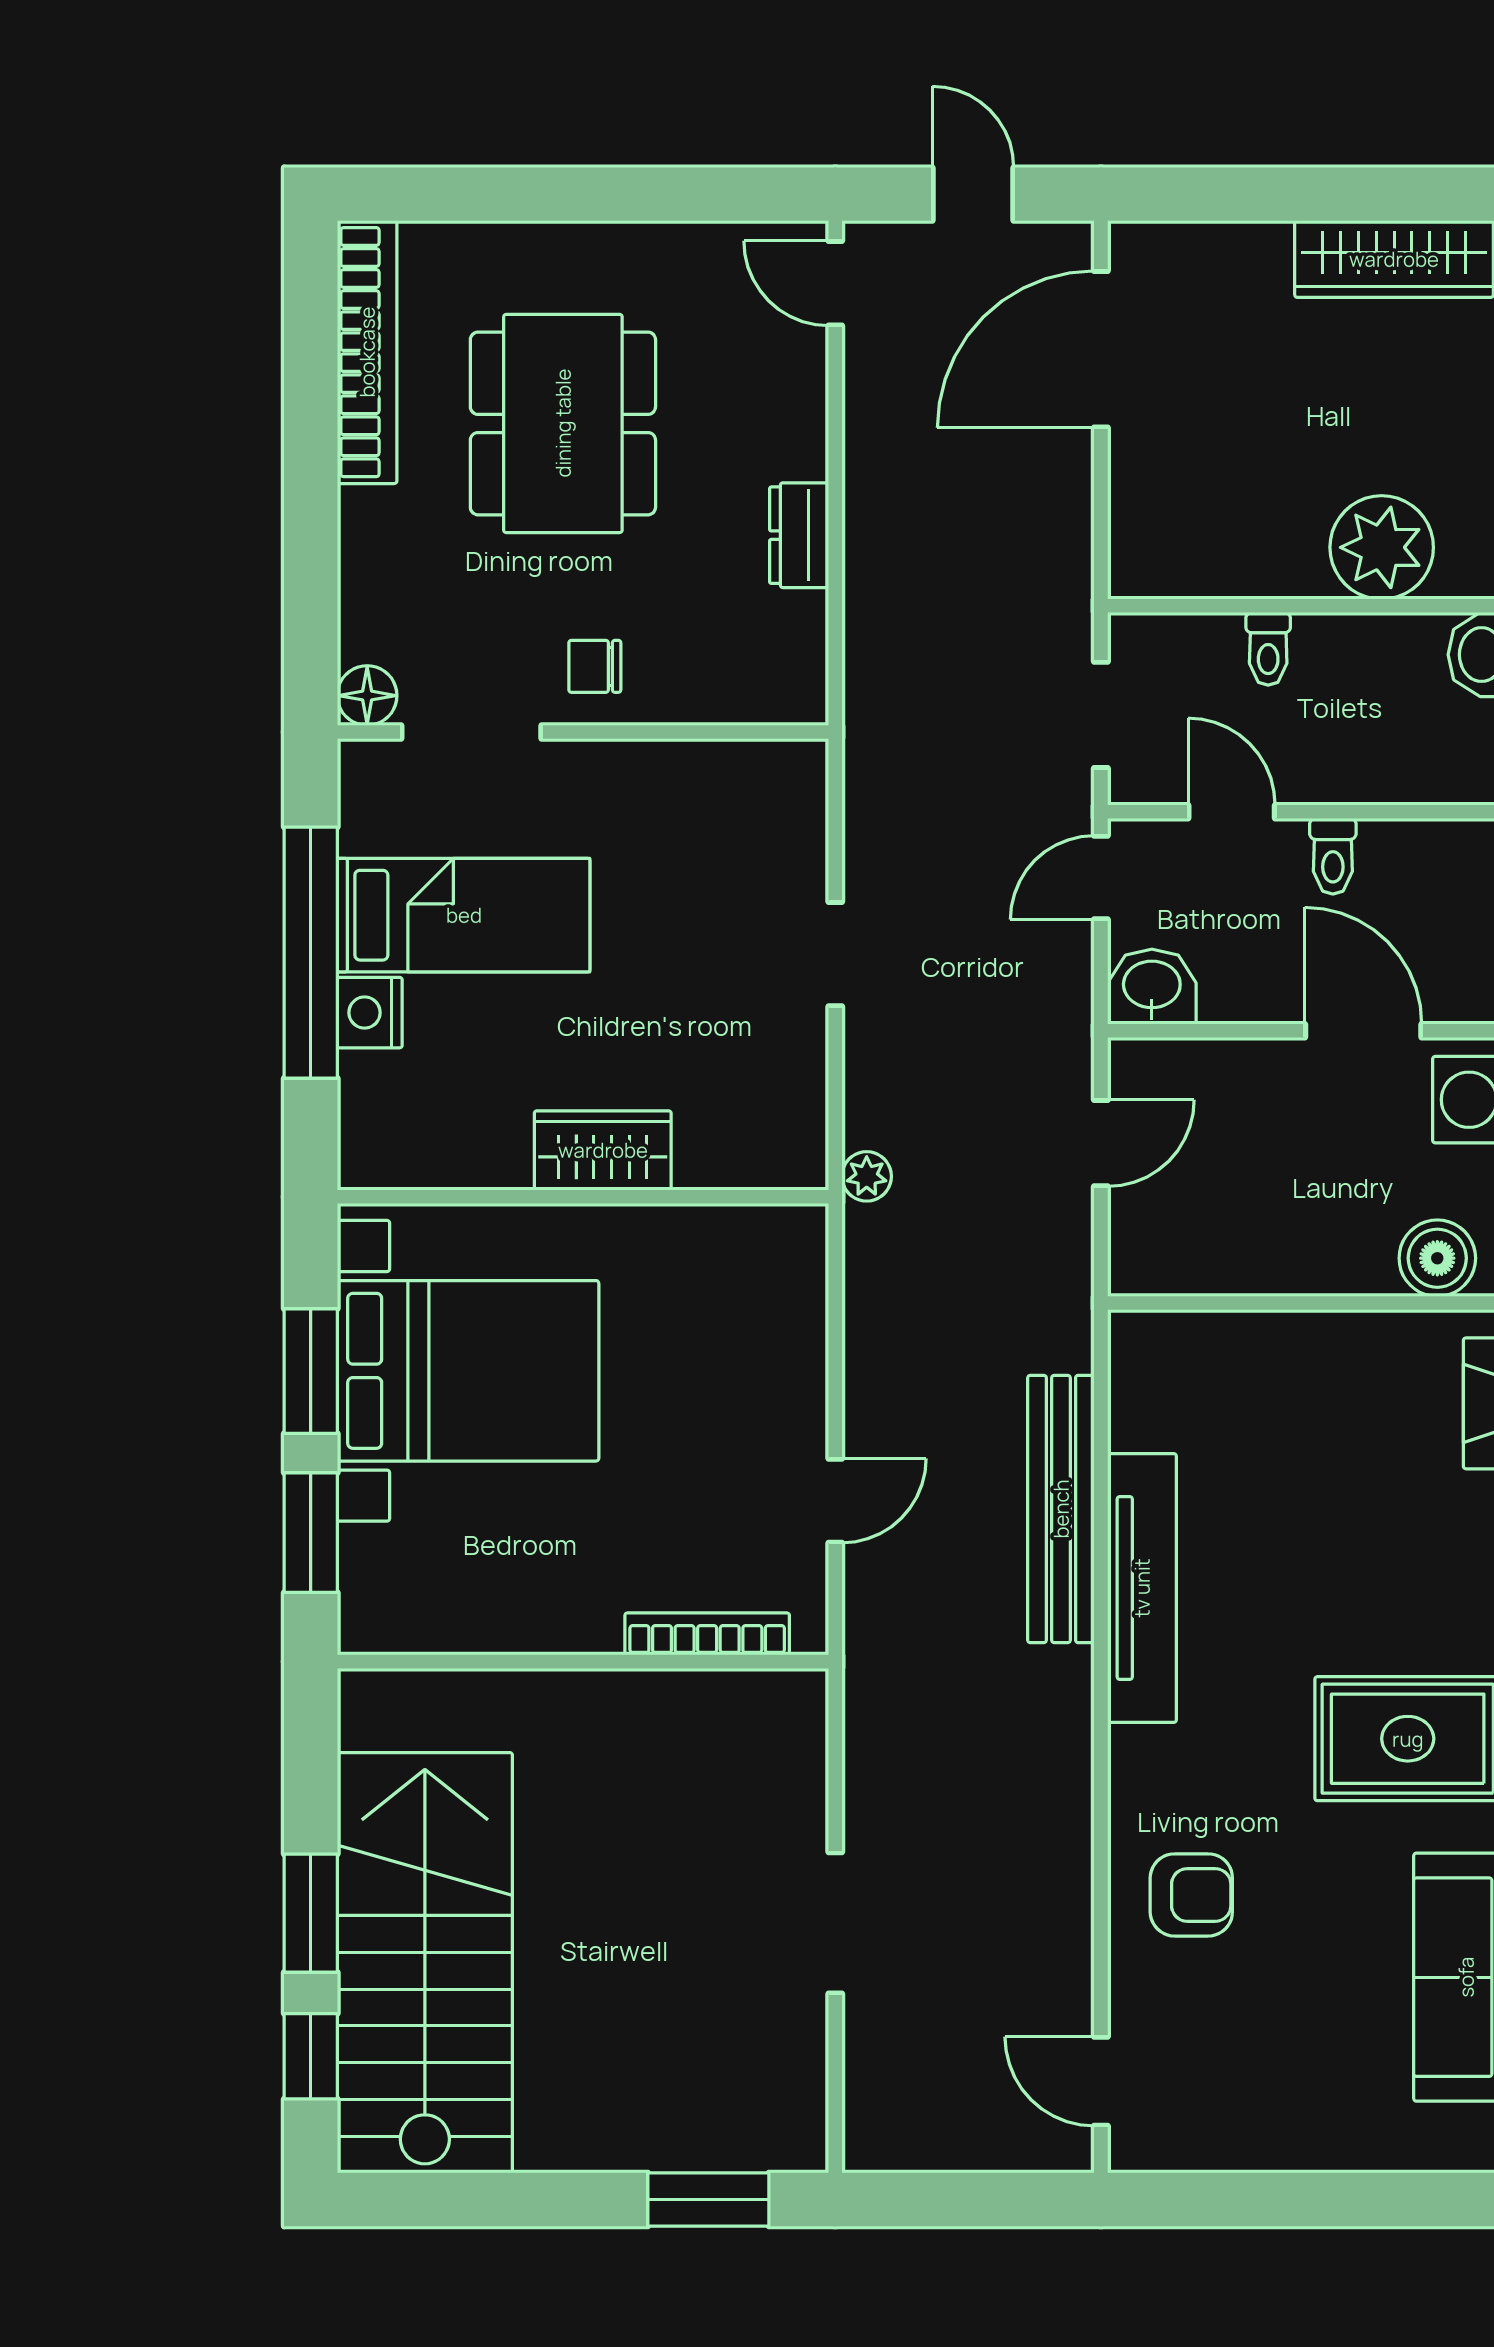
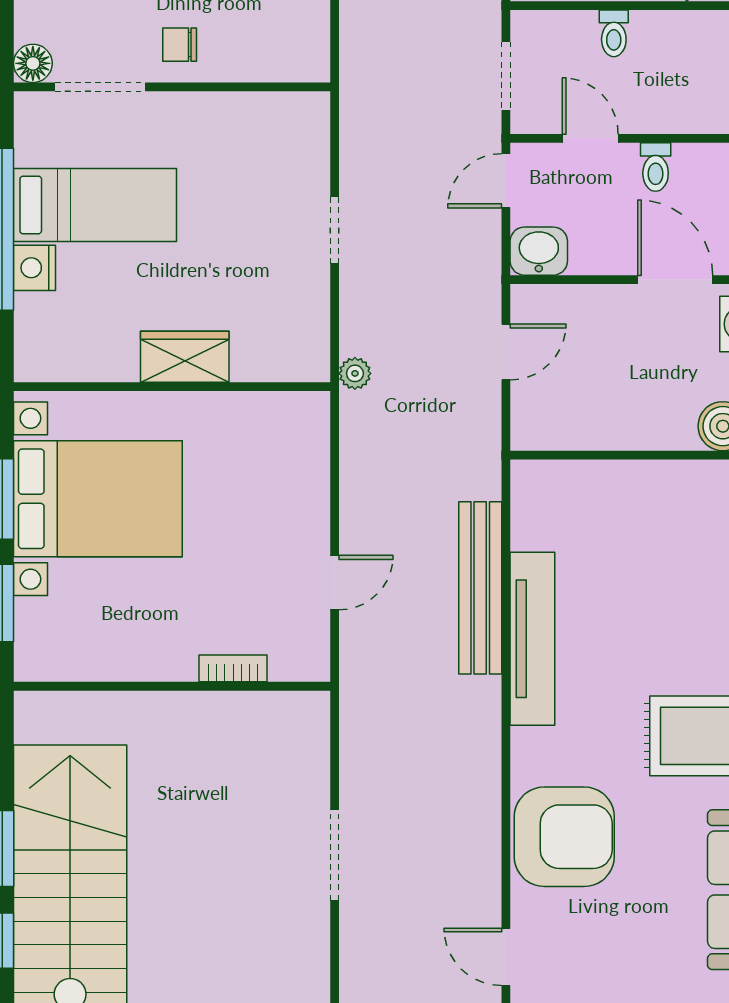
bookcase: (707, 1634) -> (233, 668), width x0.64
armchair: (1191, 1895) -> (564, 837), width x1.88, depth x1.88

